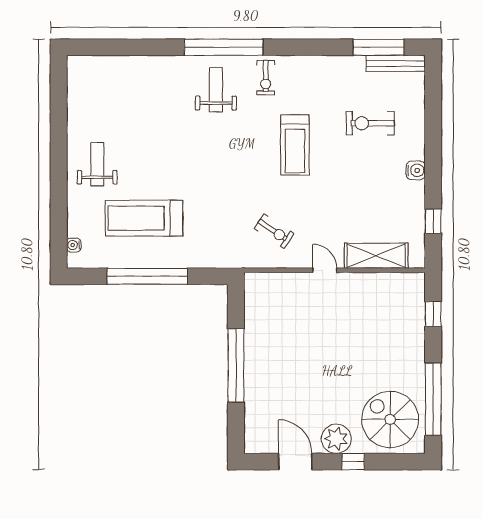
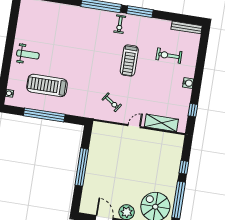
window: (379, 47) -> (140, 12), moved
weight bench: (216, 90) -> (94, 26), removed
weight bench: (97, 164) -> (28, 54), turned 90
door: (325, 270) -> (134, 126), hinge flipped
window: (433, 314) -> (184, 167), moved

